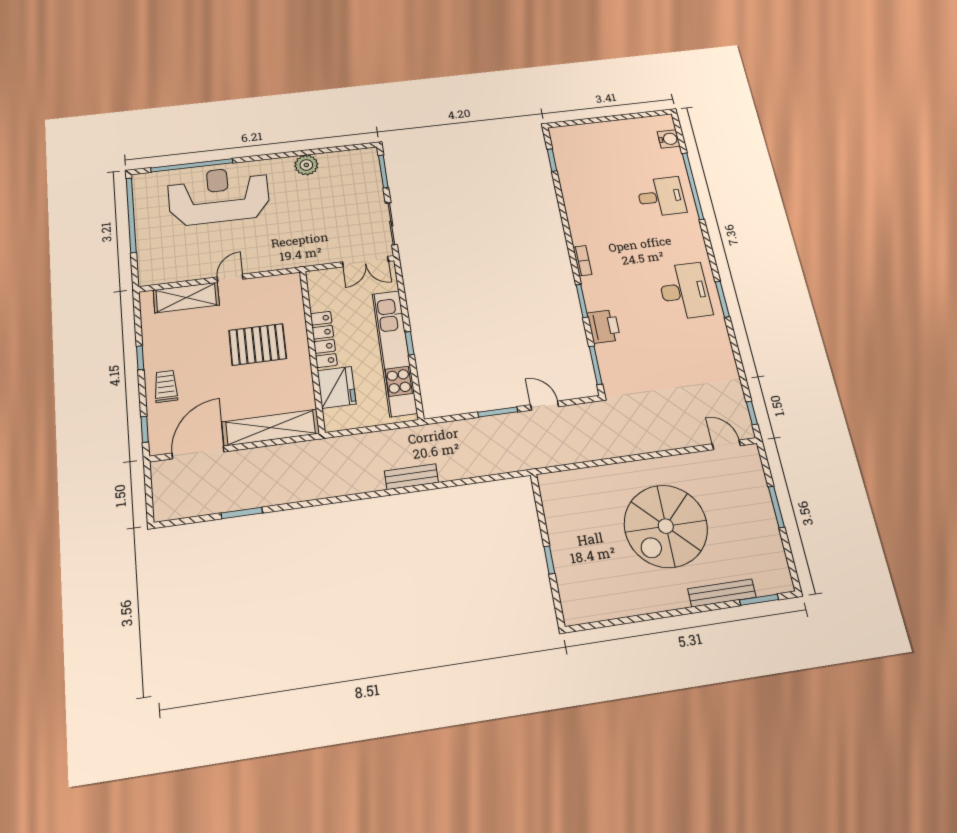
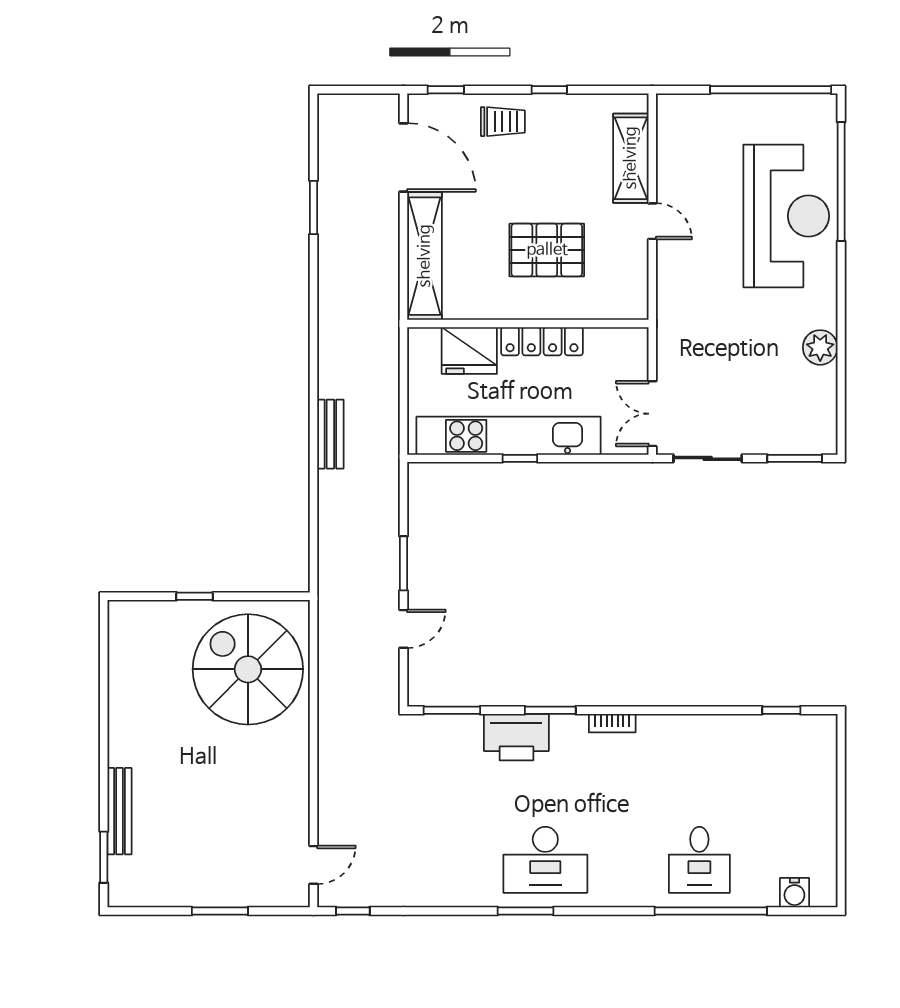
printer: (604, 326) -> (516, 737), width x1.37, depth x1.19
pallet: (258, 344) -> (547, 250), turned 90
spiral stairs: (666, 526) -> (248, 669), moved

